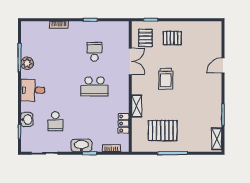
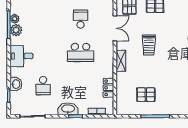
plant: (26, 51) -> (15, 19), added
shelving: (137, 106) -> (121, 61), moved
pallet: (163, 131) -> (146, 95), width x0.67, depth x0.71

